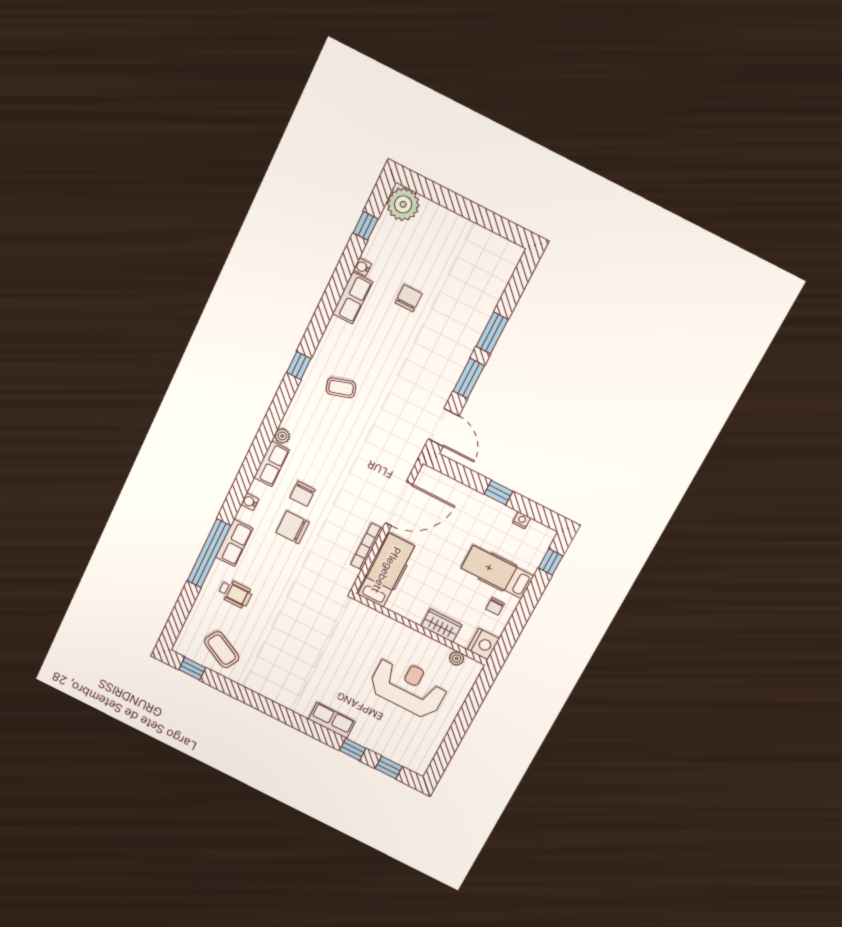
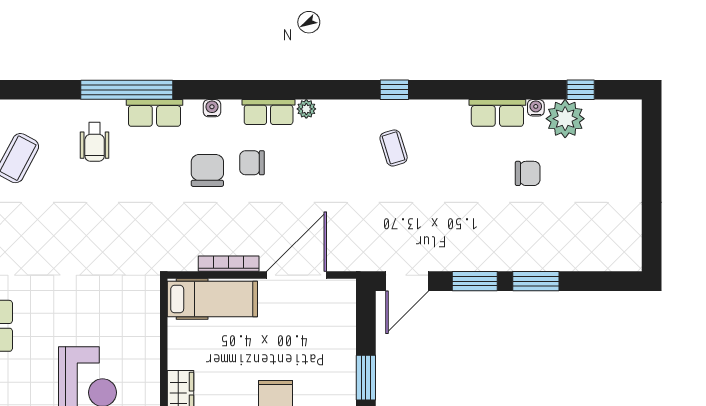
plant: (403, 204) -> (565, 119), moved
window: (498, 493) -> (366, 378), width x1.50
door: (399, 504) -> (297, 275), swing flipped

